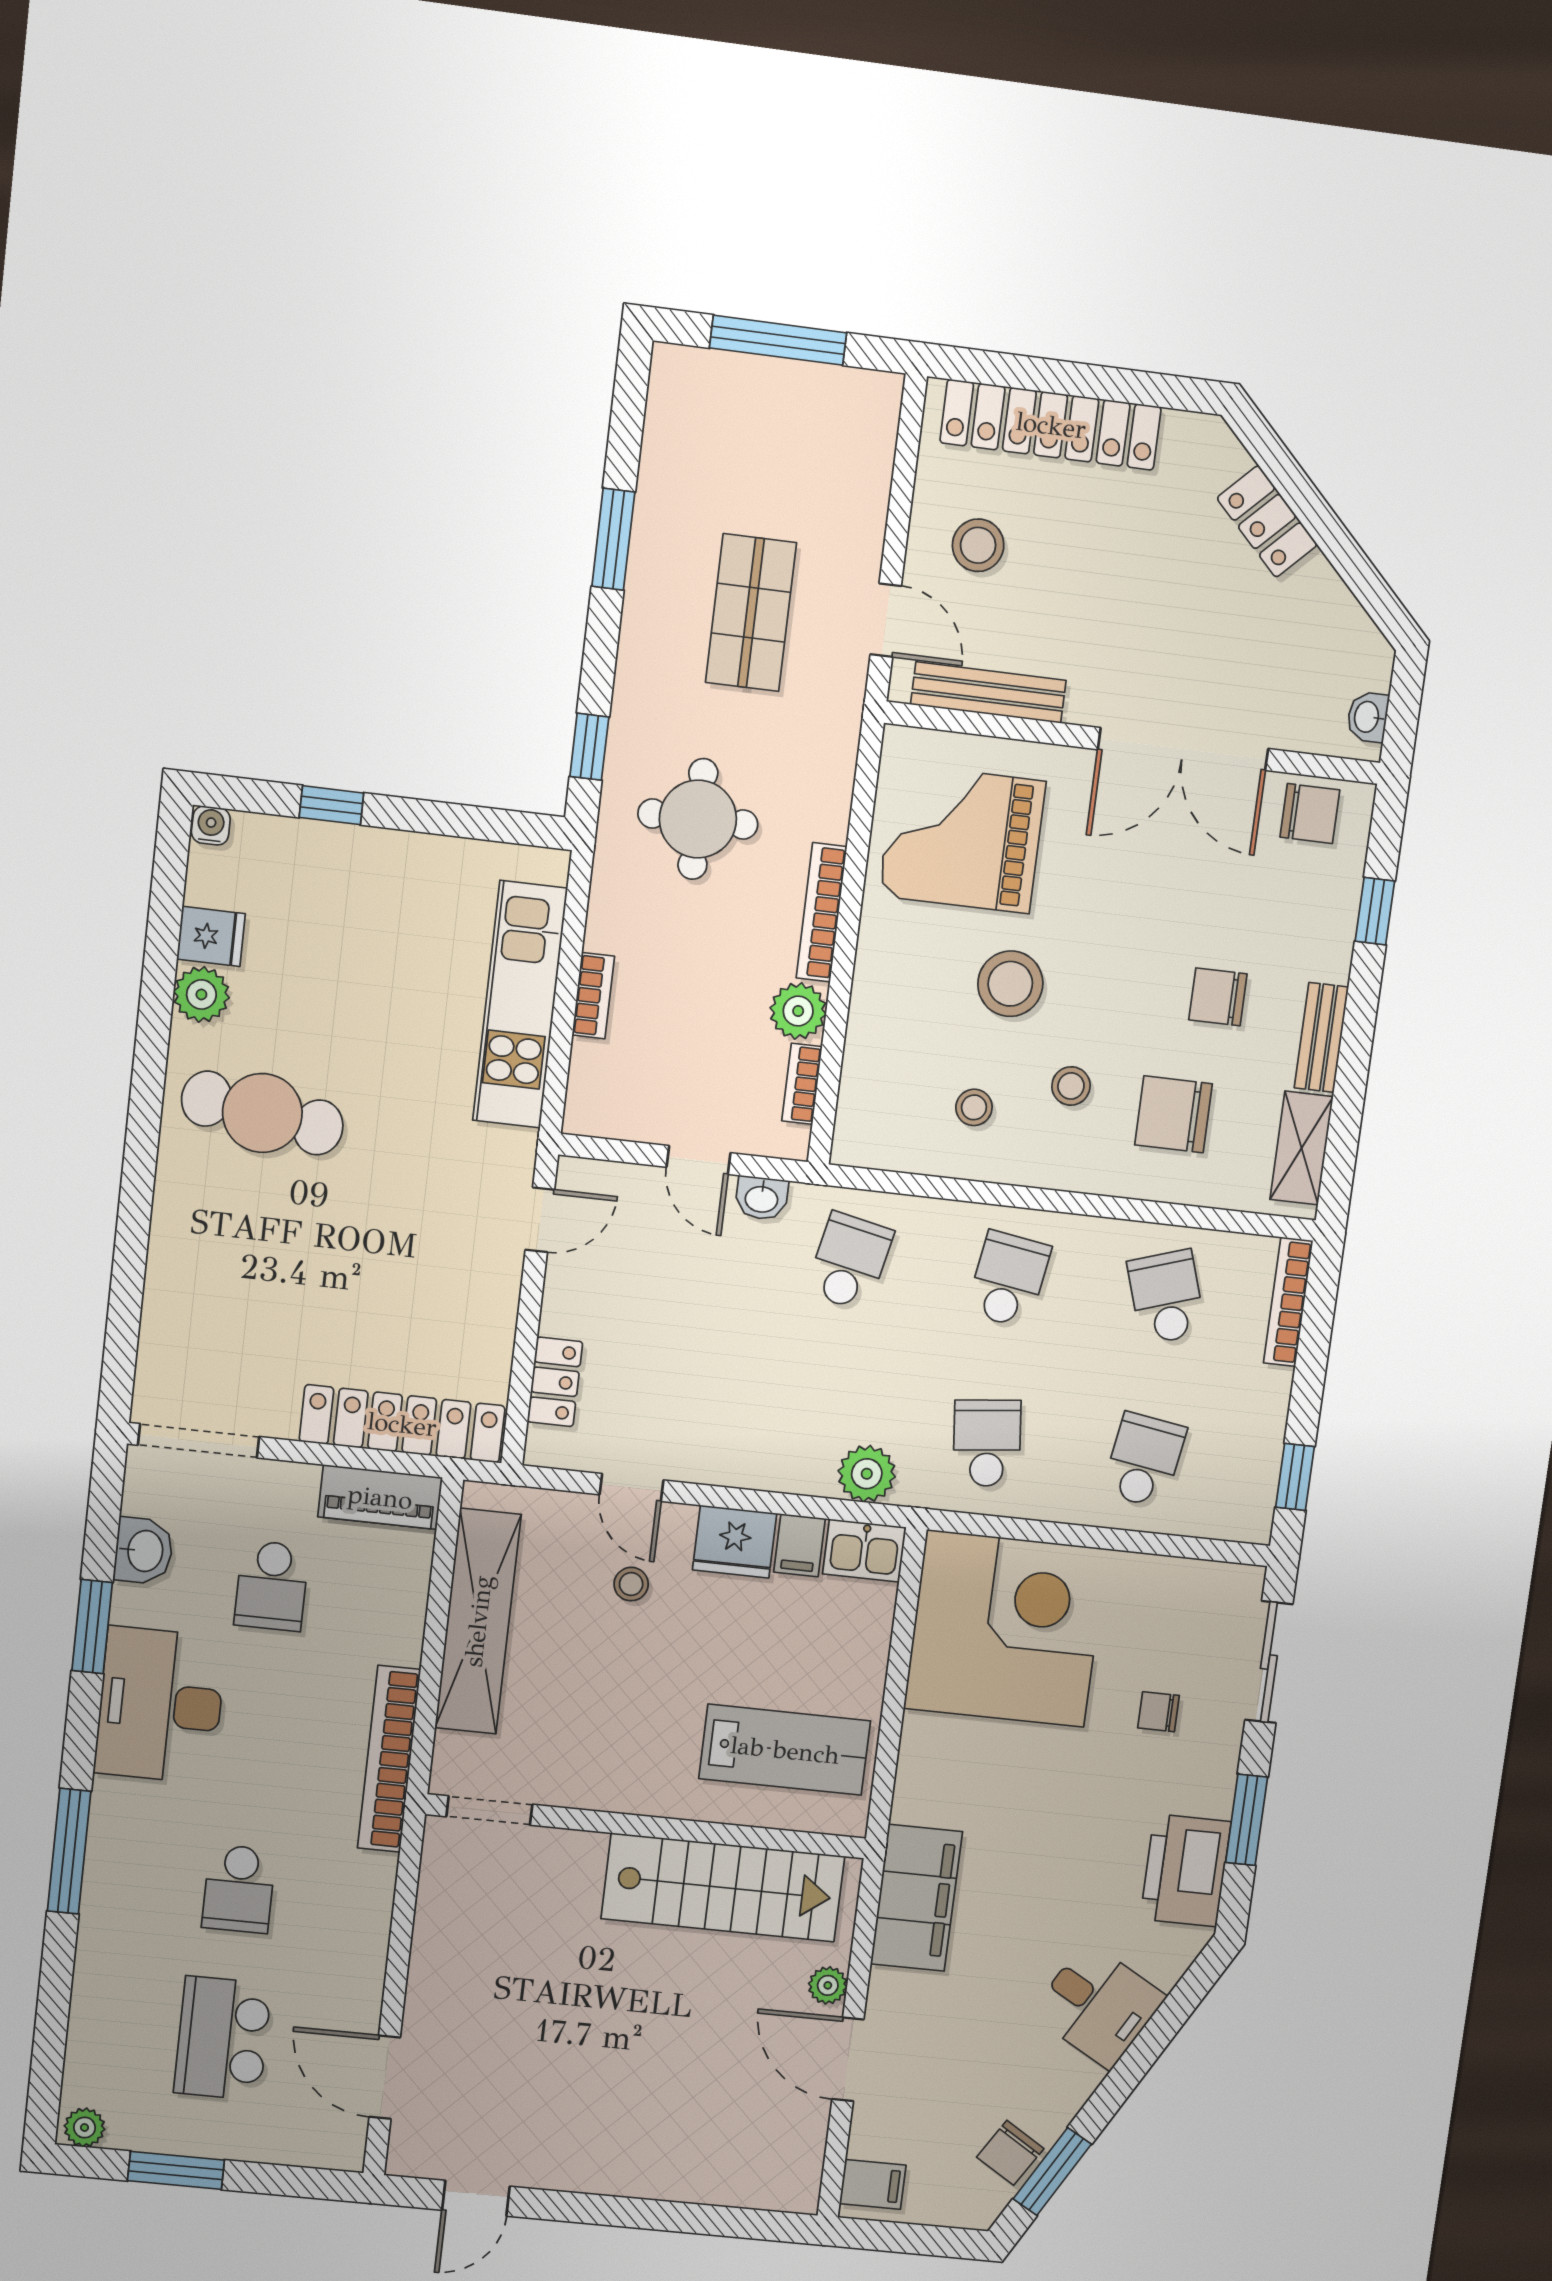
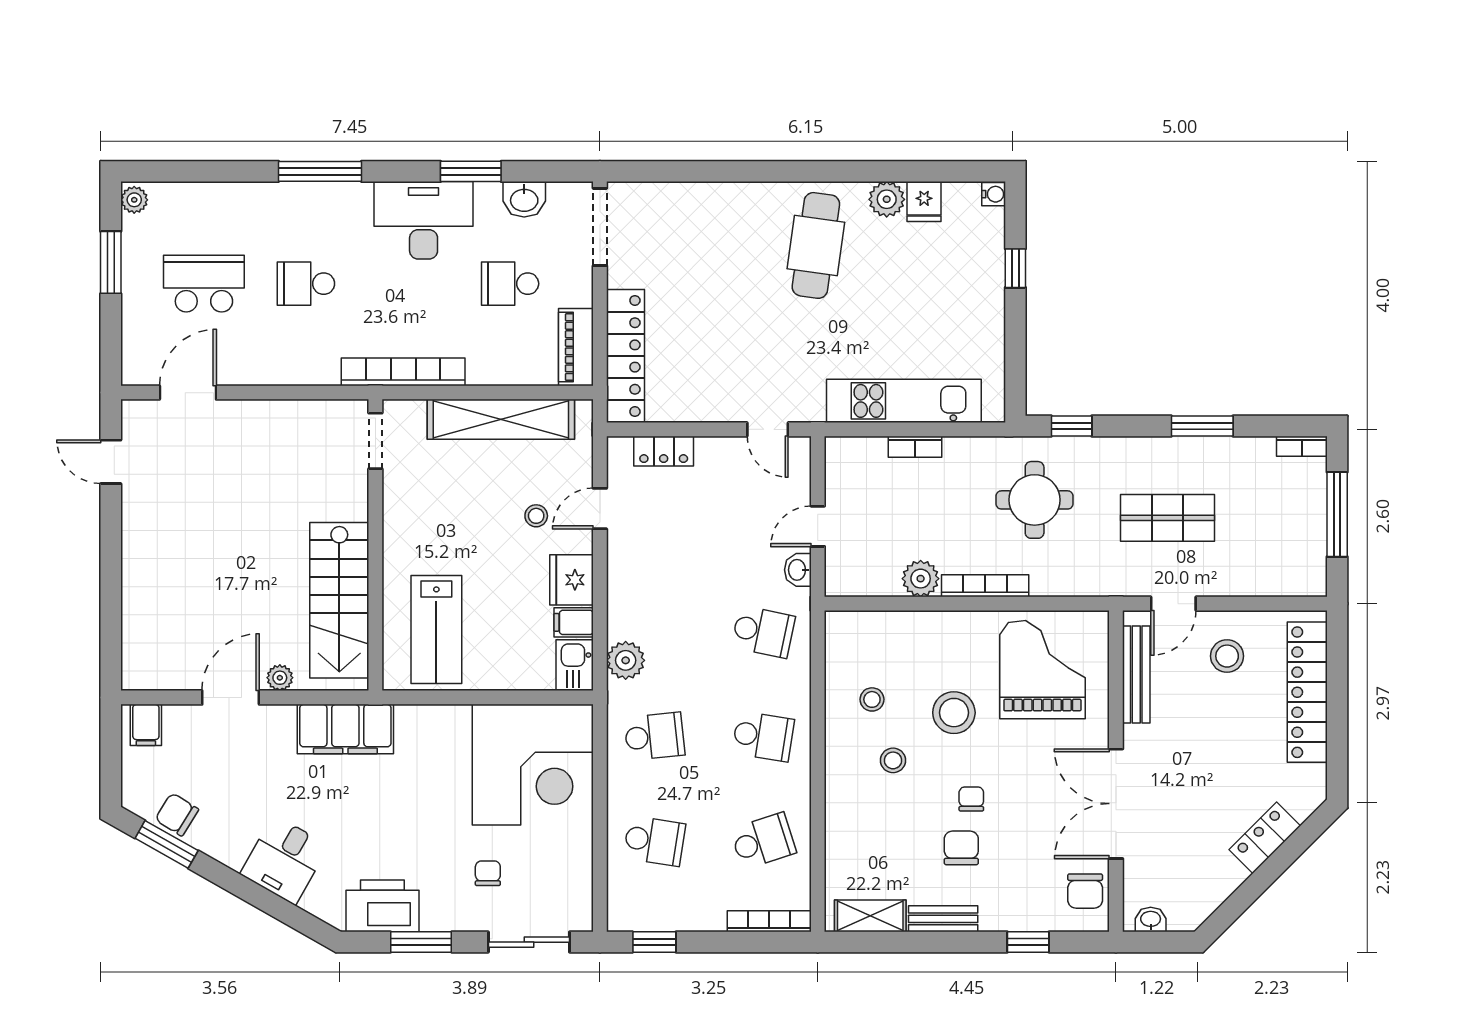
bookcase: (802, 1084) -> (1302, 446), moved, turned 180
chair: (1173, 1114) -> (971, 799), moved, width x0.54, depth x0.54

